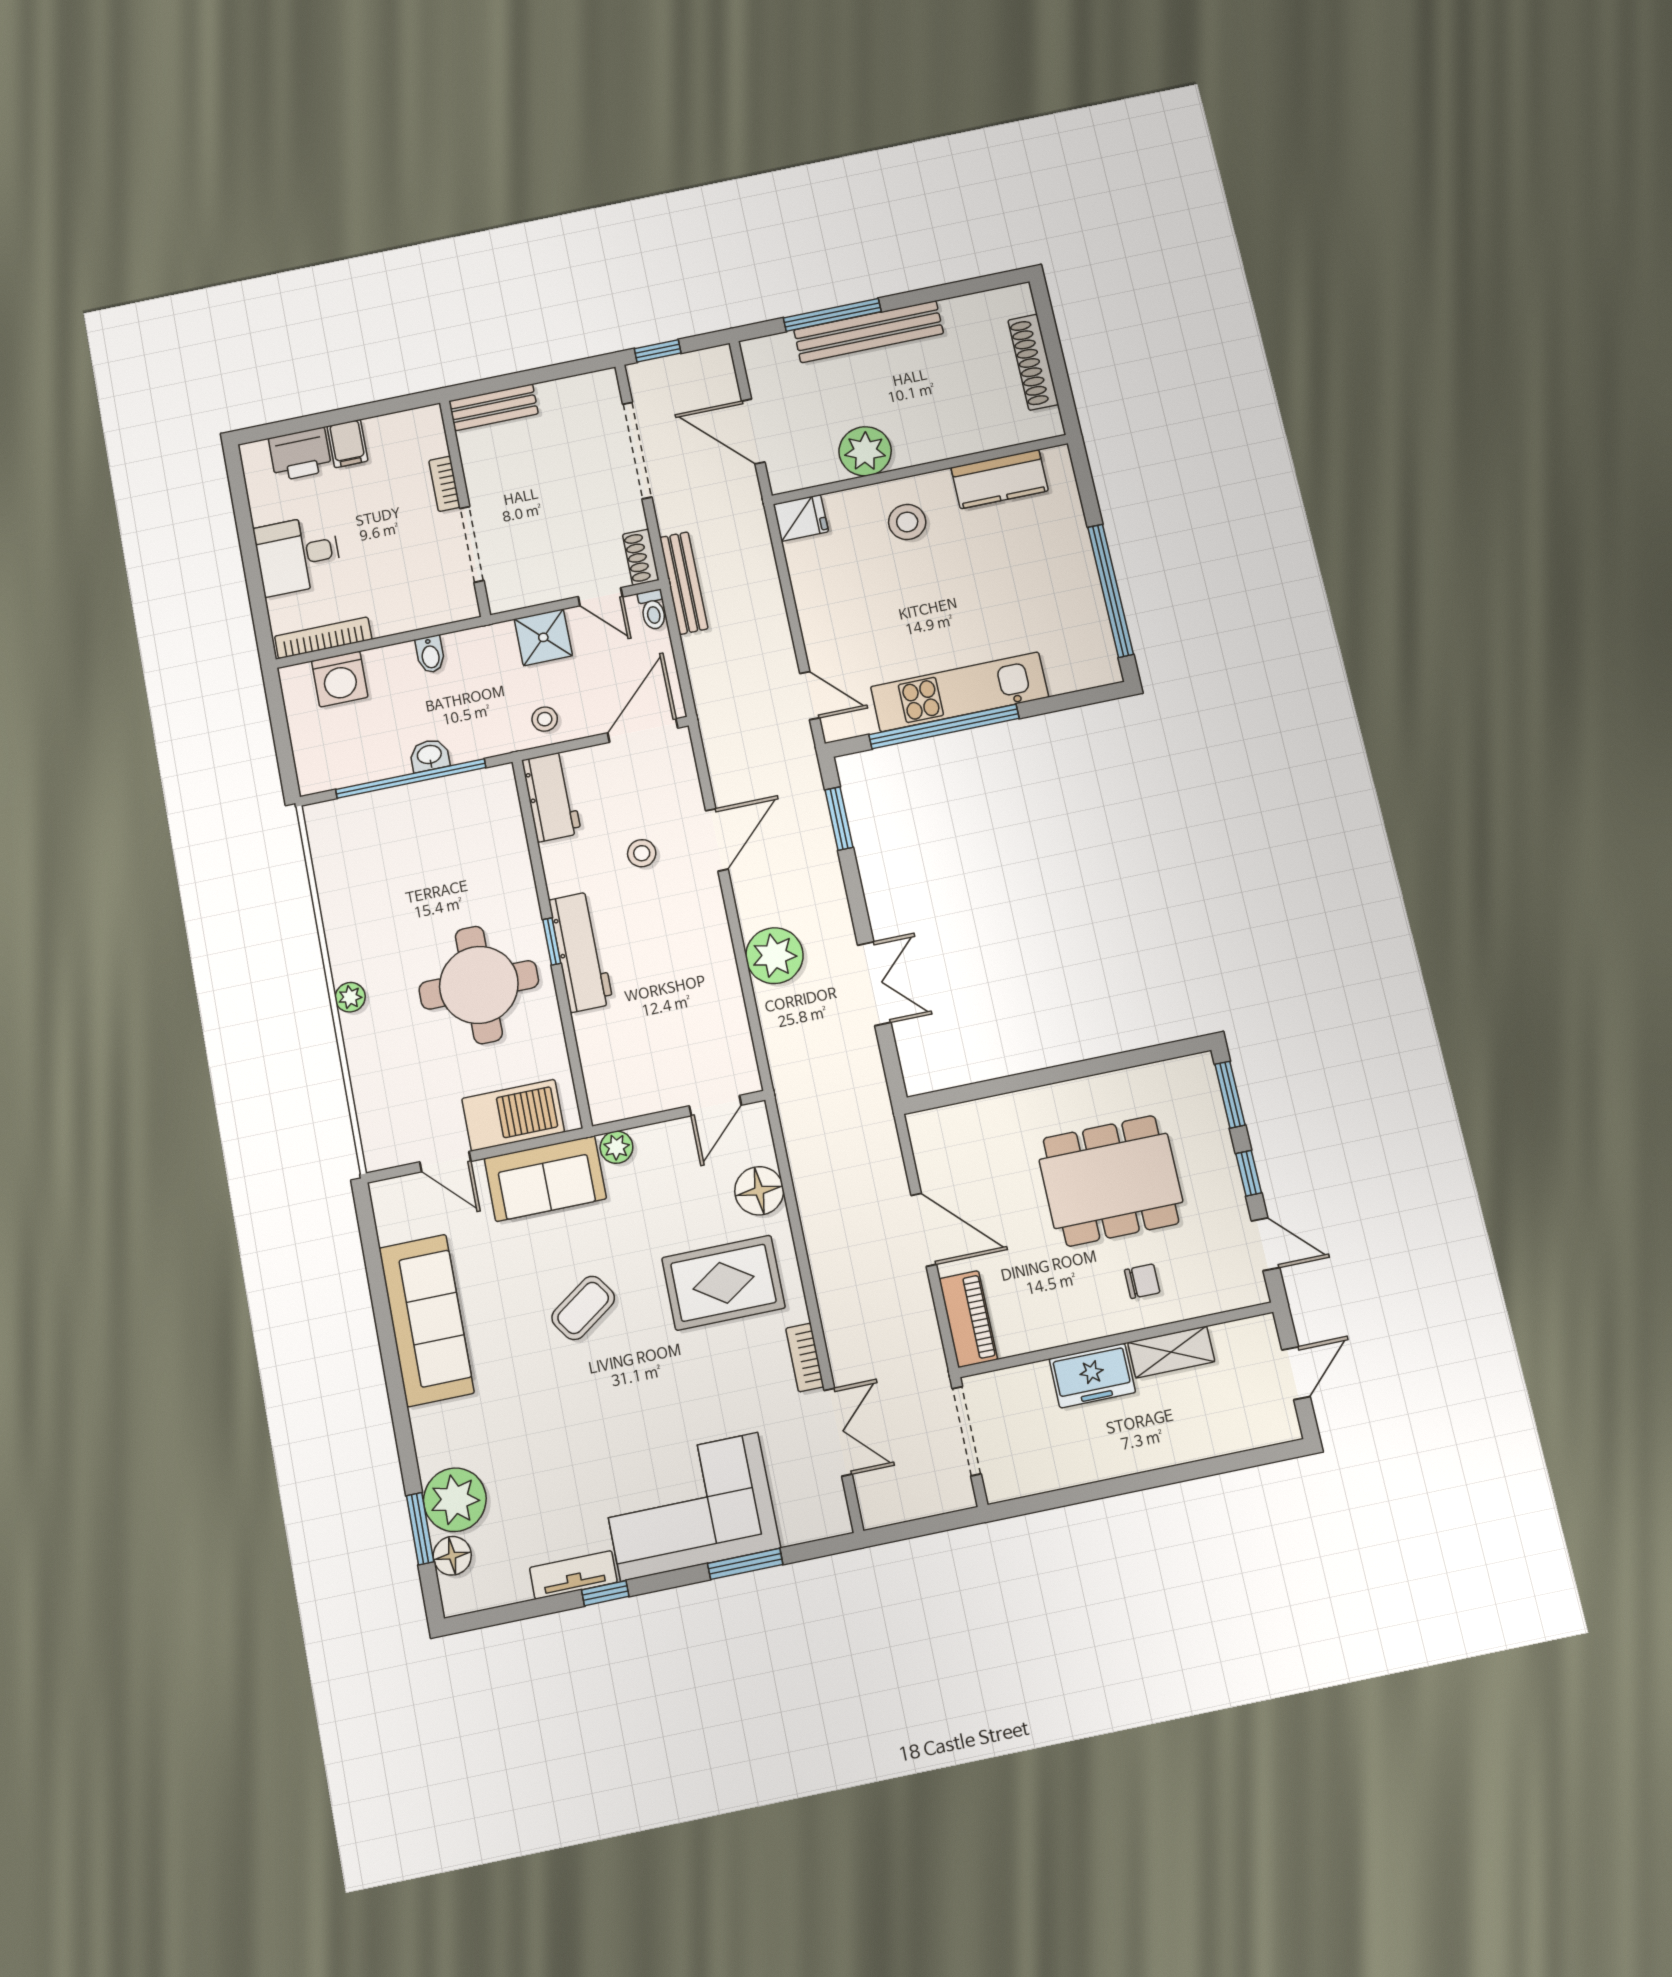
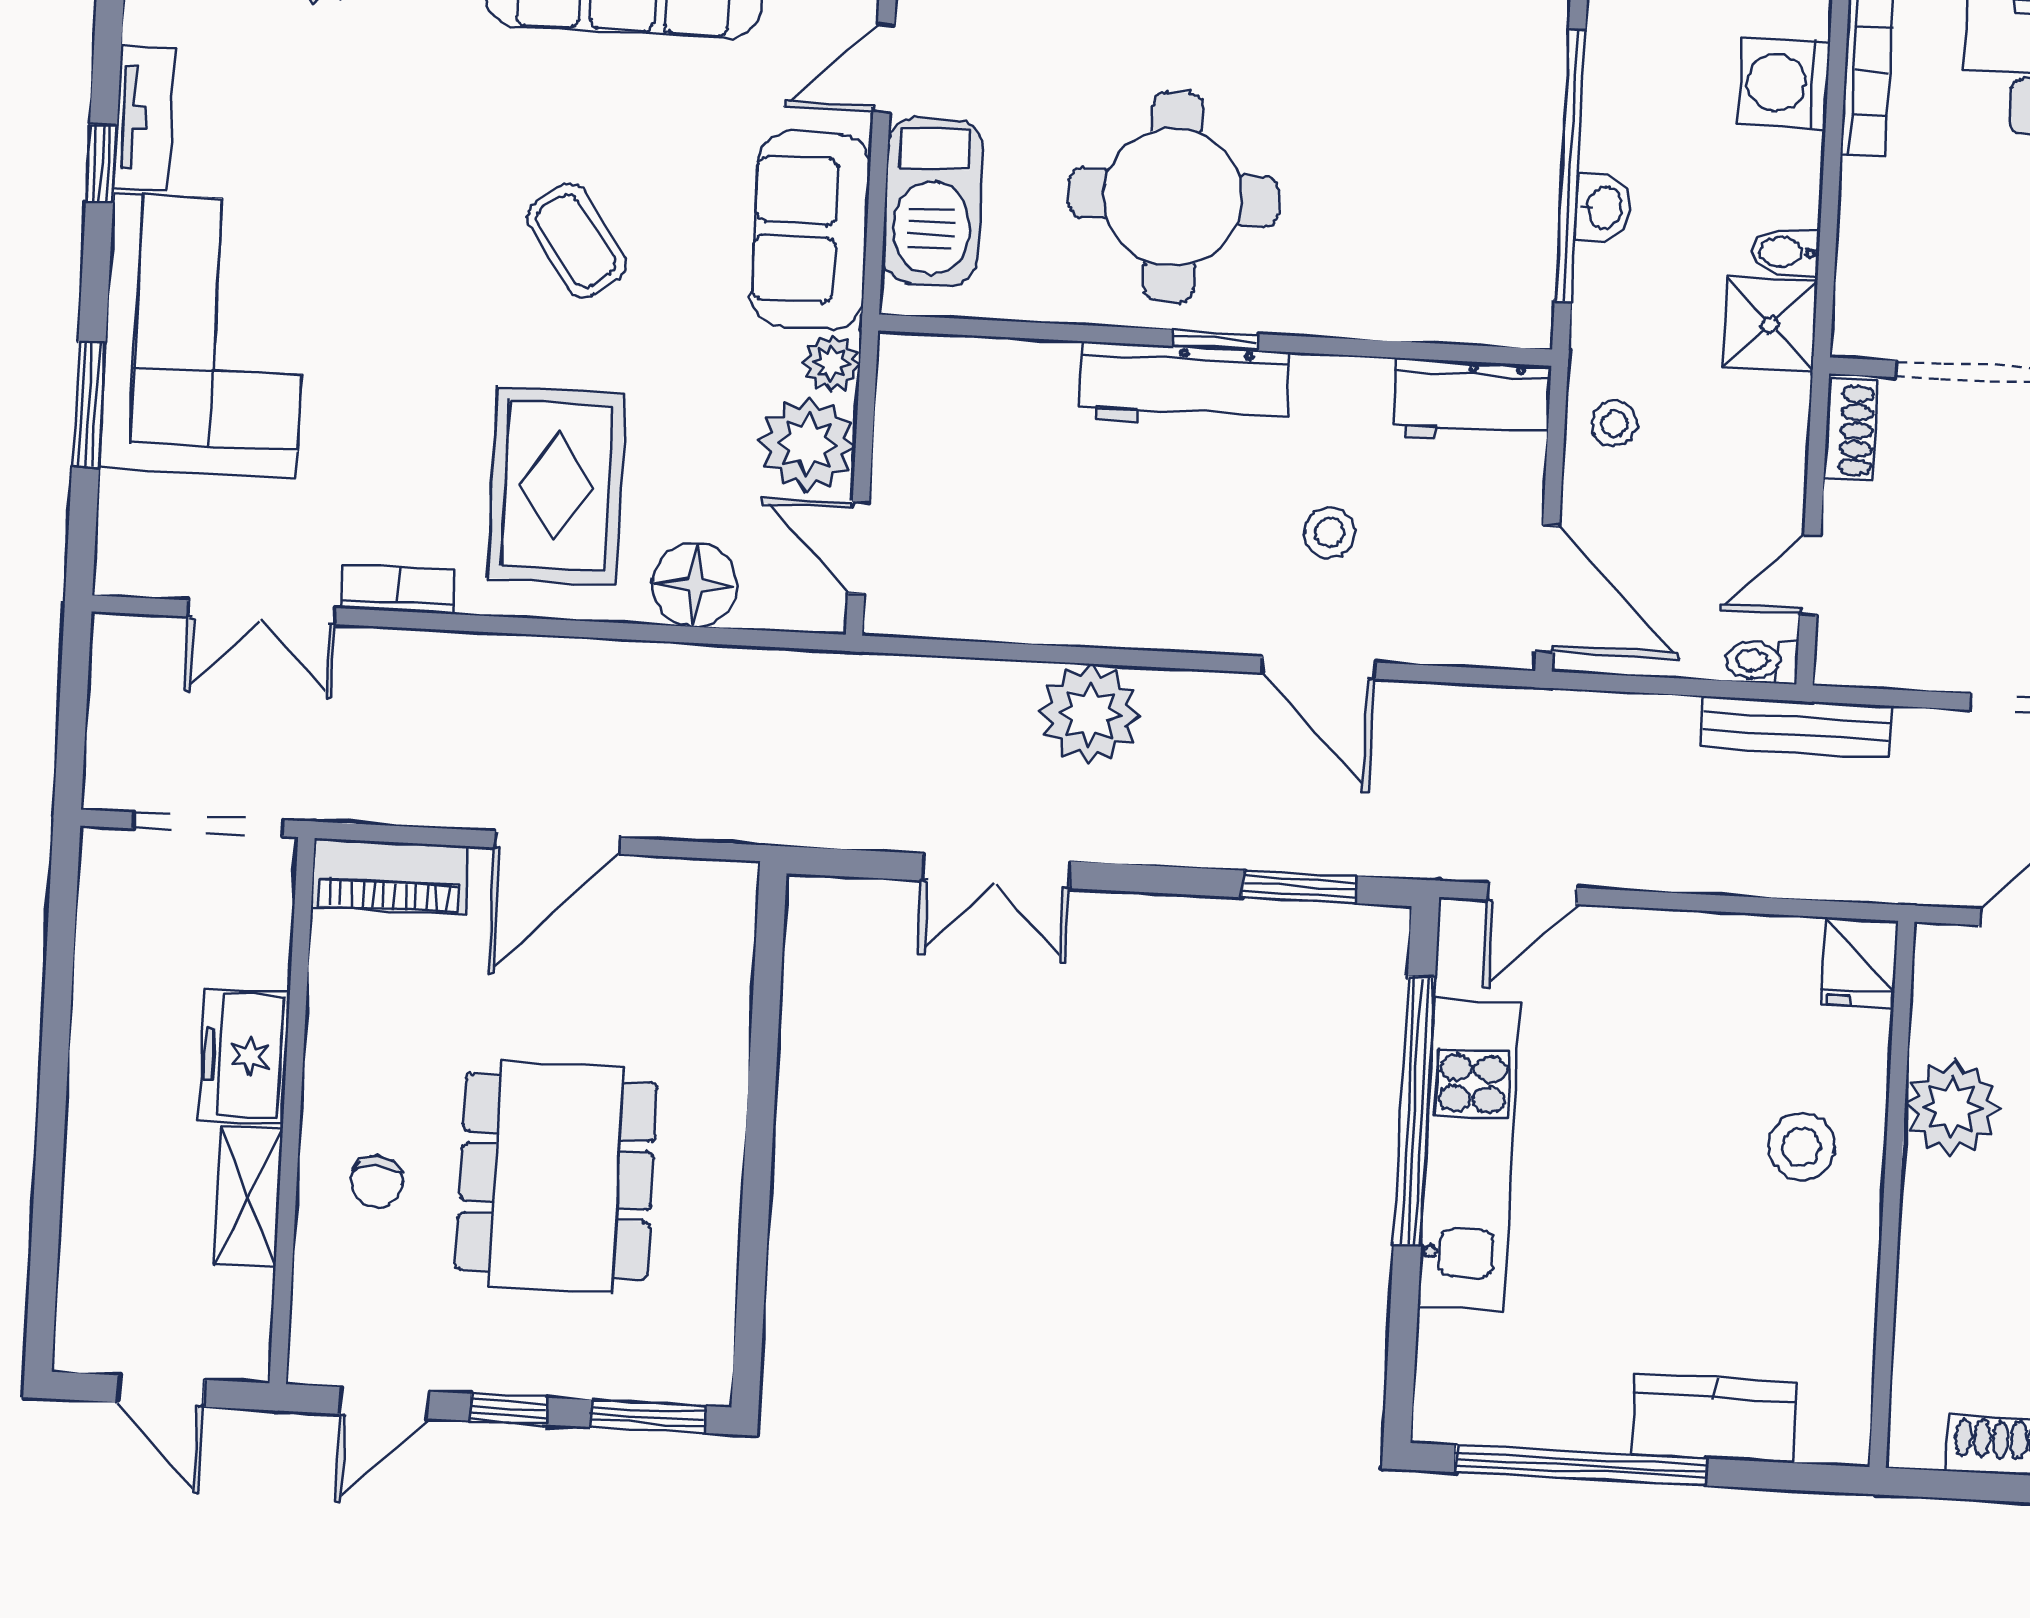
kitchen counter: (1000, 479) -> (1714, 1418), moved, turned 90
shoe rack: (641, 557) -> (1850, 430), moved, turned 90
shower: (543, 637) -> (1770, 325), moved
plant: (665, 1149) -> (808, 444), added

